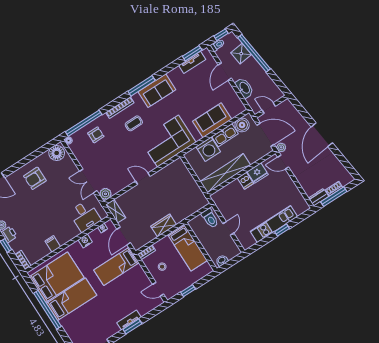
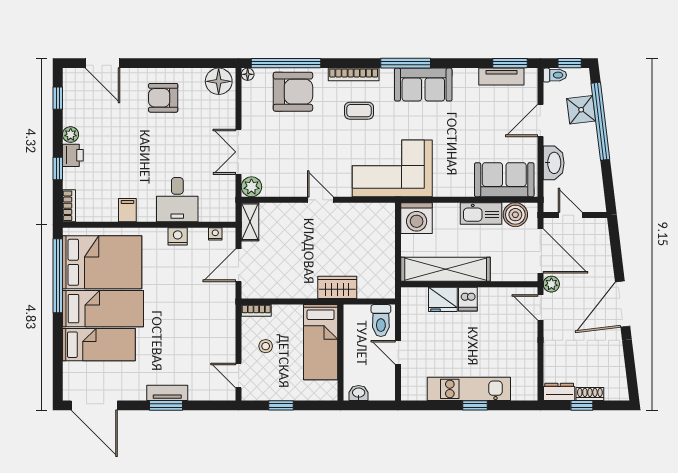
sofa: (212, 120) -> (504, 180), moved
armchair: (96, 135) -> (293, 92), width x1.88, depth x1.88
washing machine: (208, 149) -> (417, 218), moved
fridge: (258, 173) -> (443, 299), moved
window: (334, 197) -> (582, 405), width x0.46
desk: (85, 216) -> (177, 200), moved
wardrobe: (164, 225) -> (337, 287), moved
door: (228, 228) -> (398, 352), swing flipped
bed: (116, 266) -> (99, 345), moved, turned 180
window: (47, 310) -> (58, 276), moved

